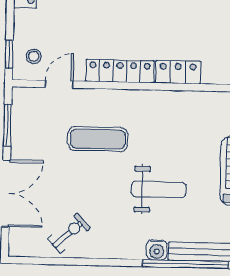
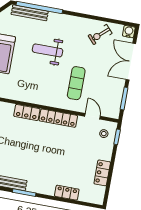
door: (59, 84) -> (92, 116), swing flipped
exercise mat: (98, 139) -> (76, 83), turned 90
water cooler: (157, 250) -> (129, 32), moved

